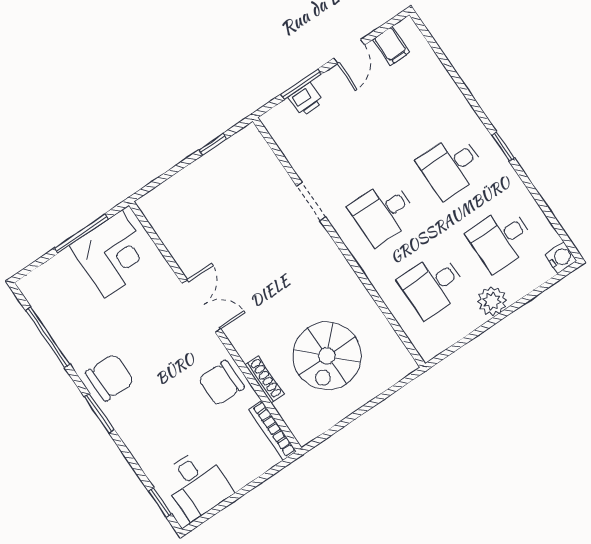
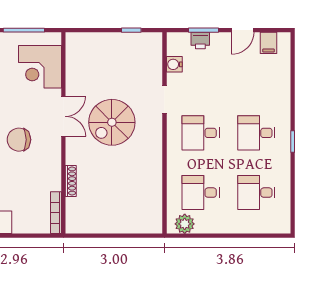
corner desk: (113, 254) -> (40, 67), moved, turned 90
water cooler: (561, 258) -> (174, 64), moved, turned 180
plant: (492, 301) -> (185, 224), moved
spiral stairs: (327, 356) -> (112, 122), moved
chair: (221, 383) -> (19, 140), moved

